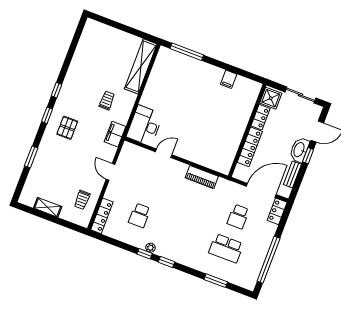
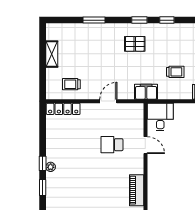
desk: (145, 126) -> (160, 117), width x0.73
school desk: (140, 215) -> (112, 145), moved

